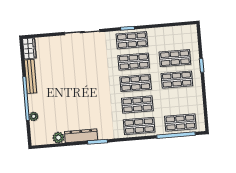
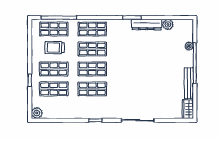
plant: (191, 31) -> (37, 113), added
shop shelf: (132, 40) -> (92, 109), removed
trolley: (178, 103) -> (55, 48), added

